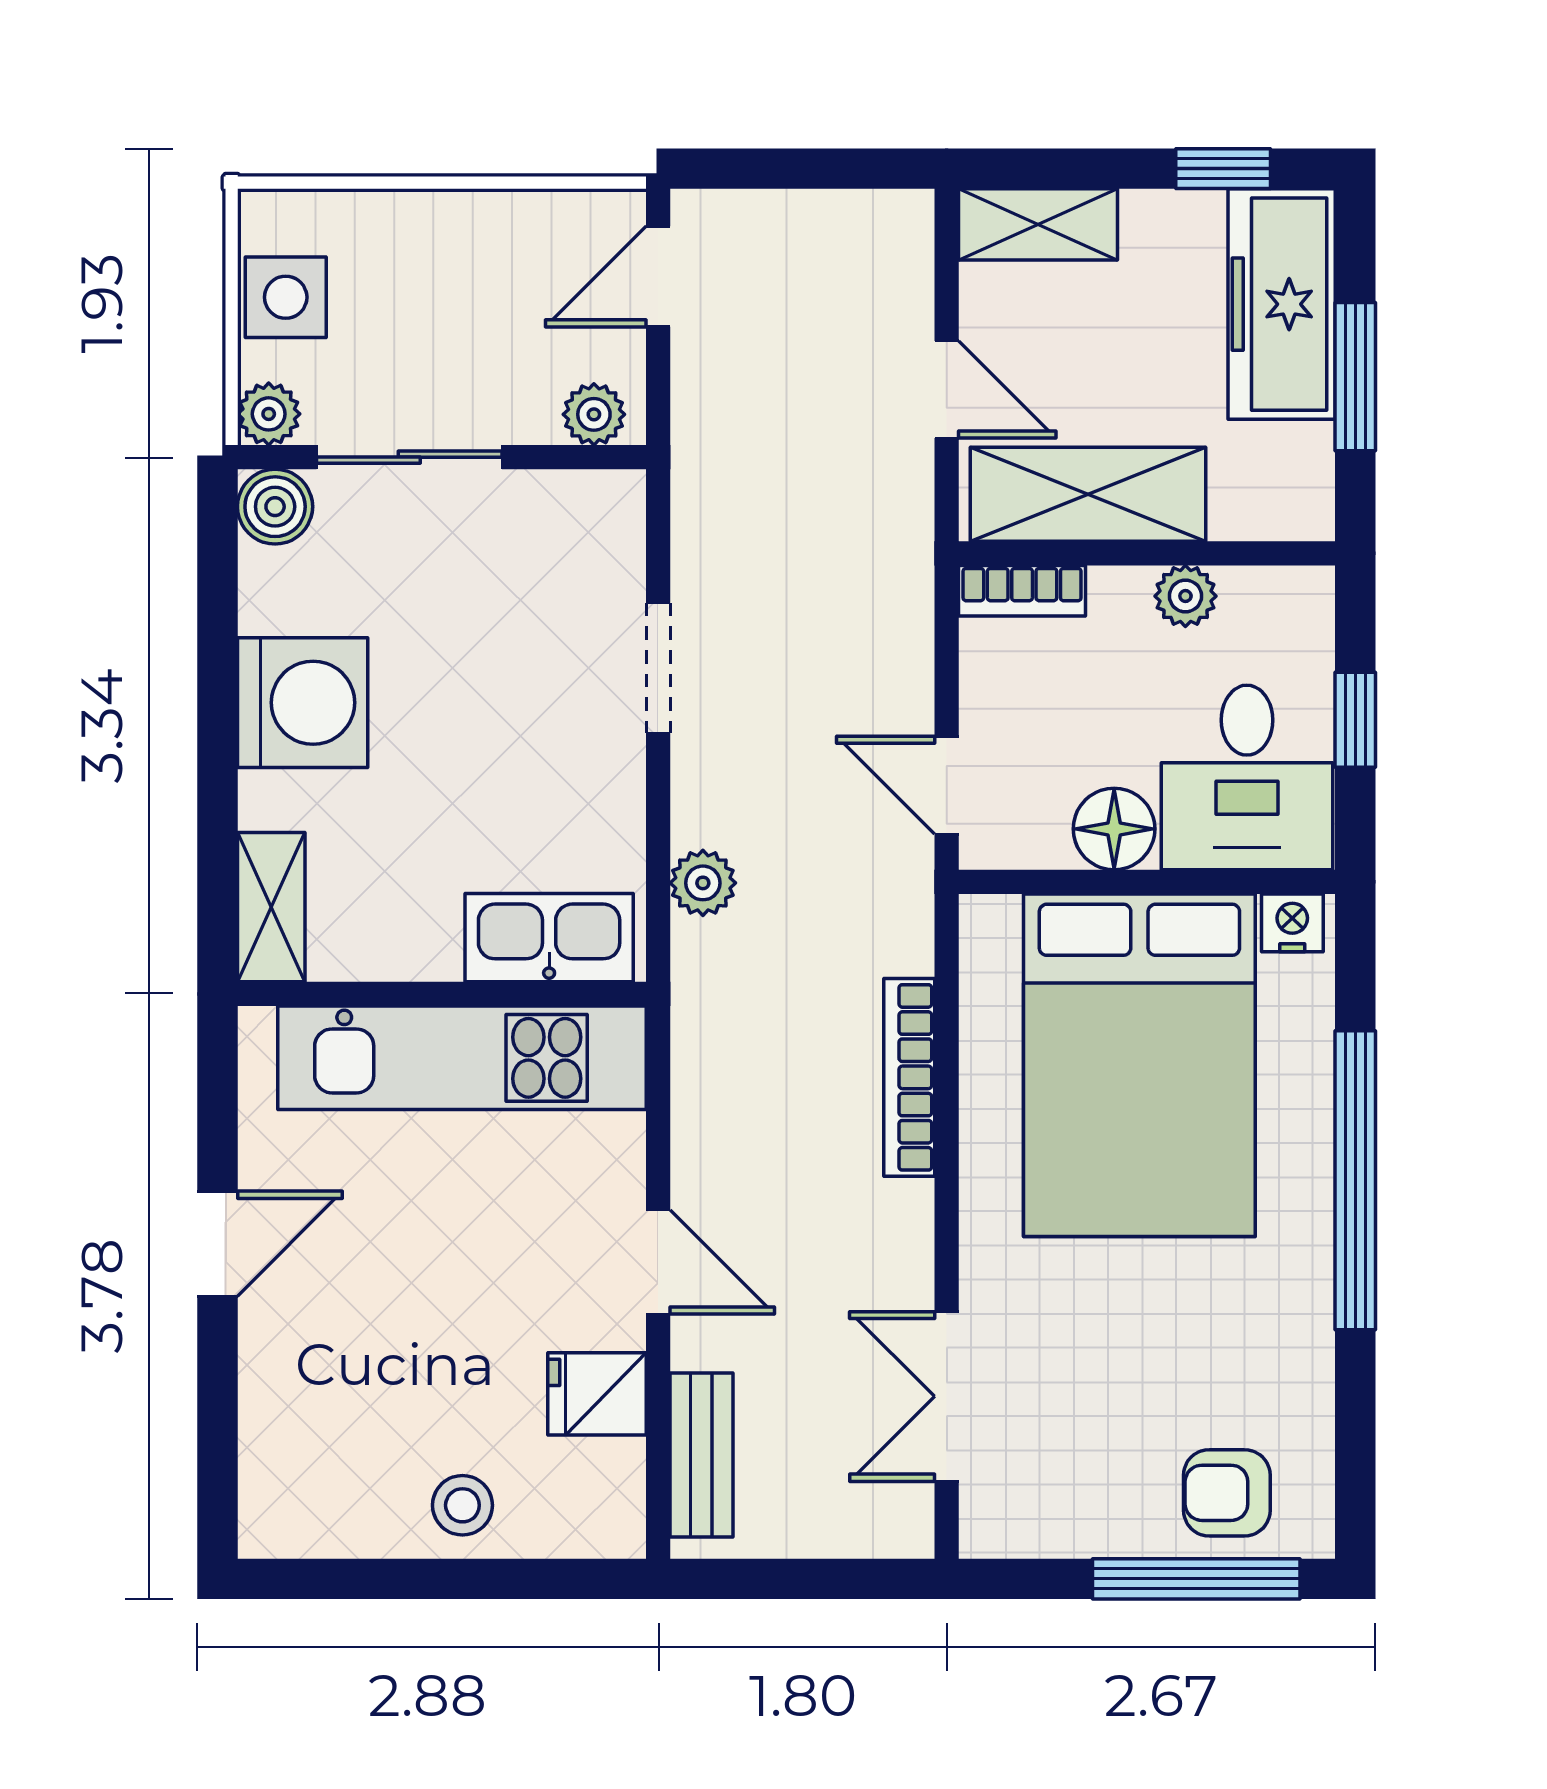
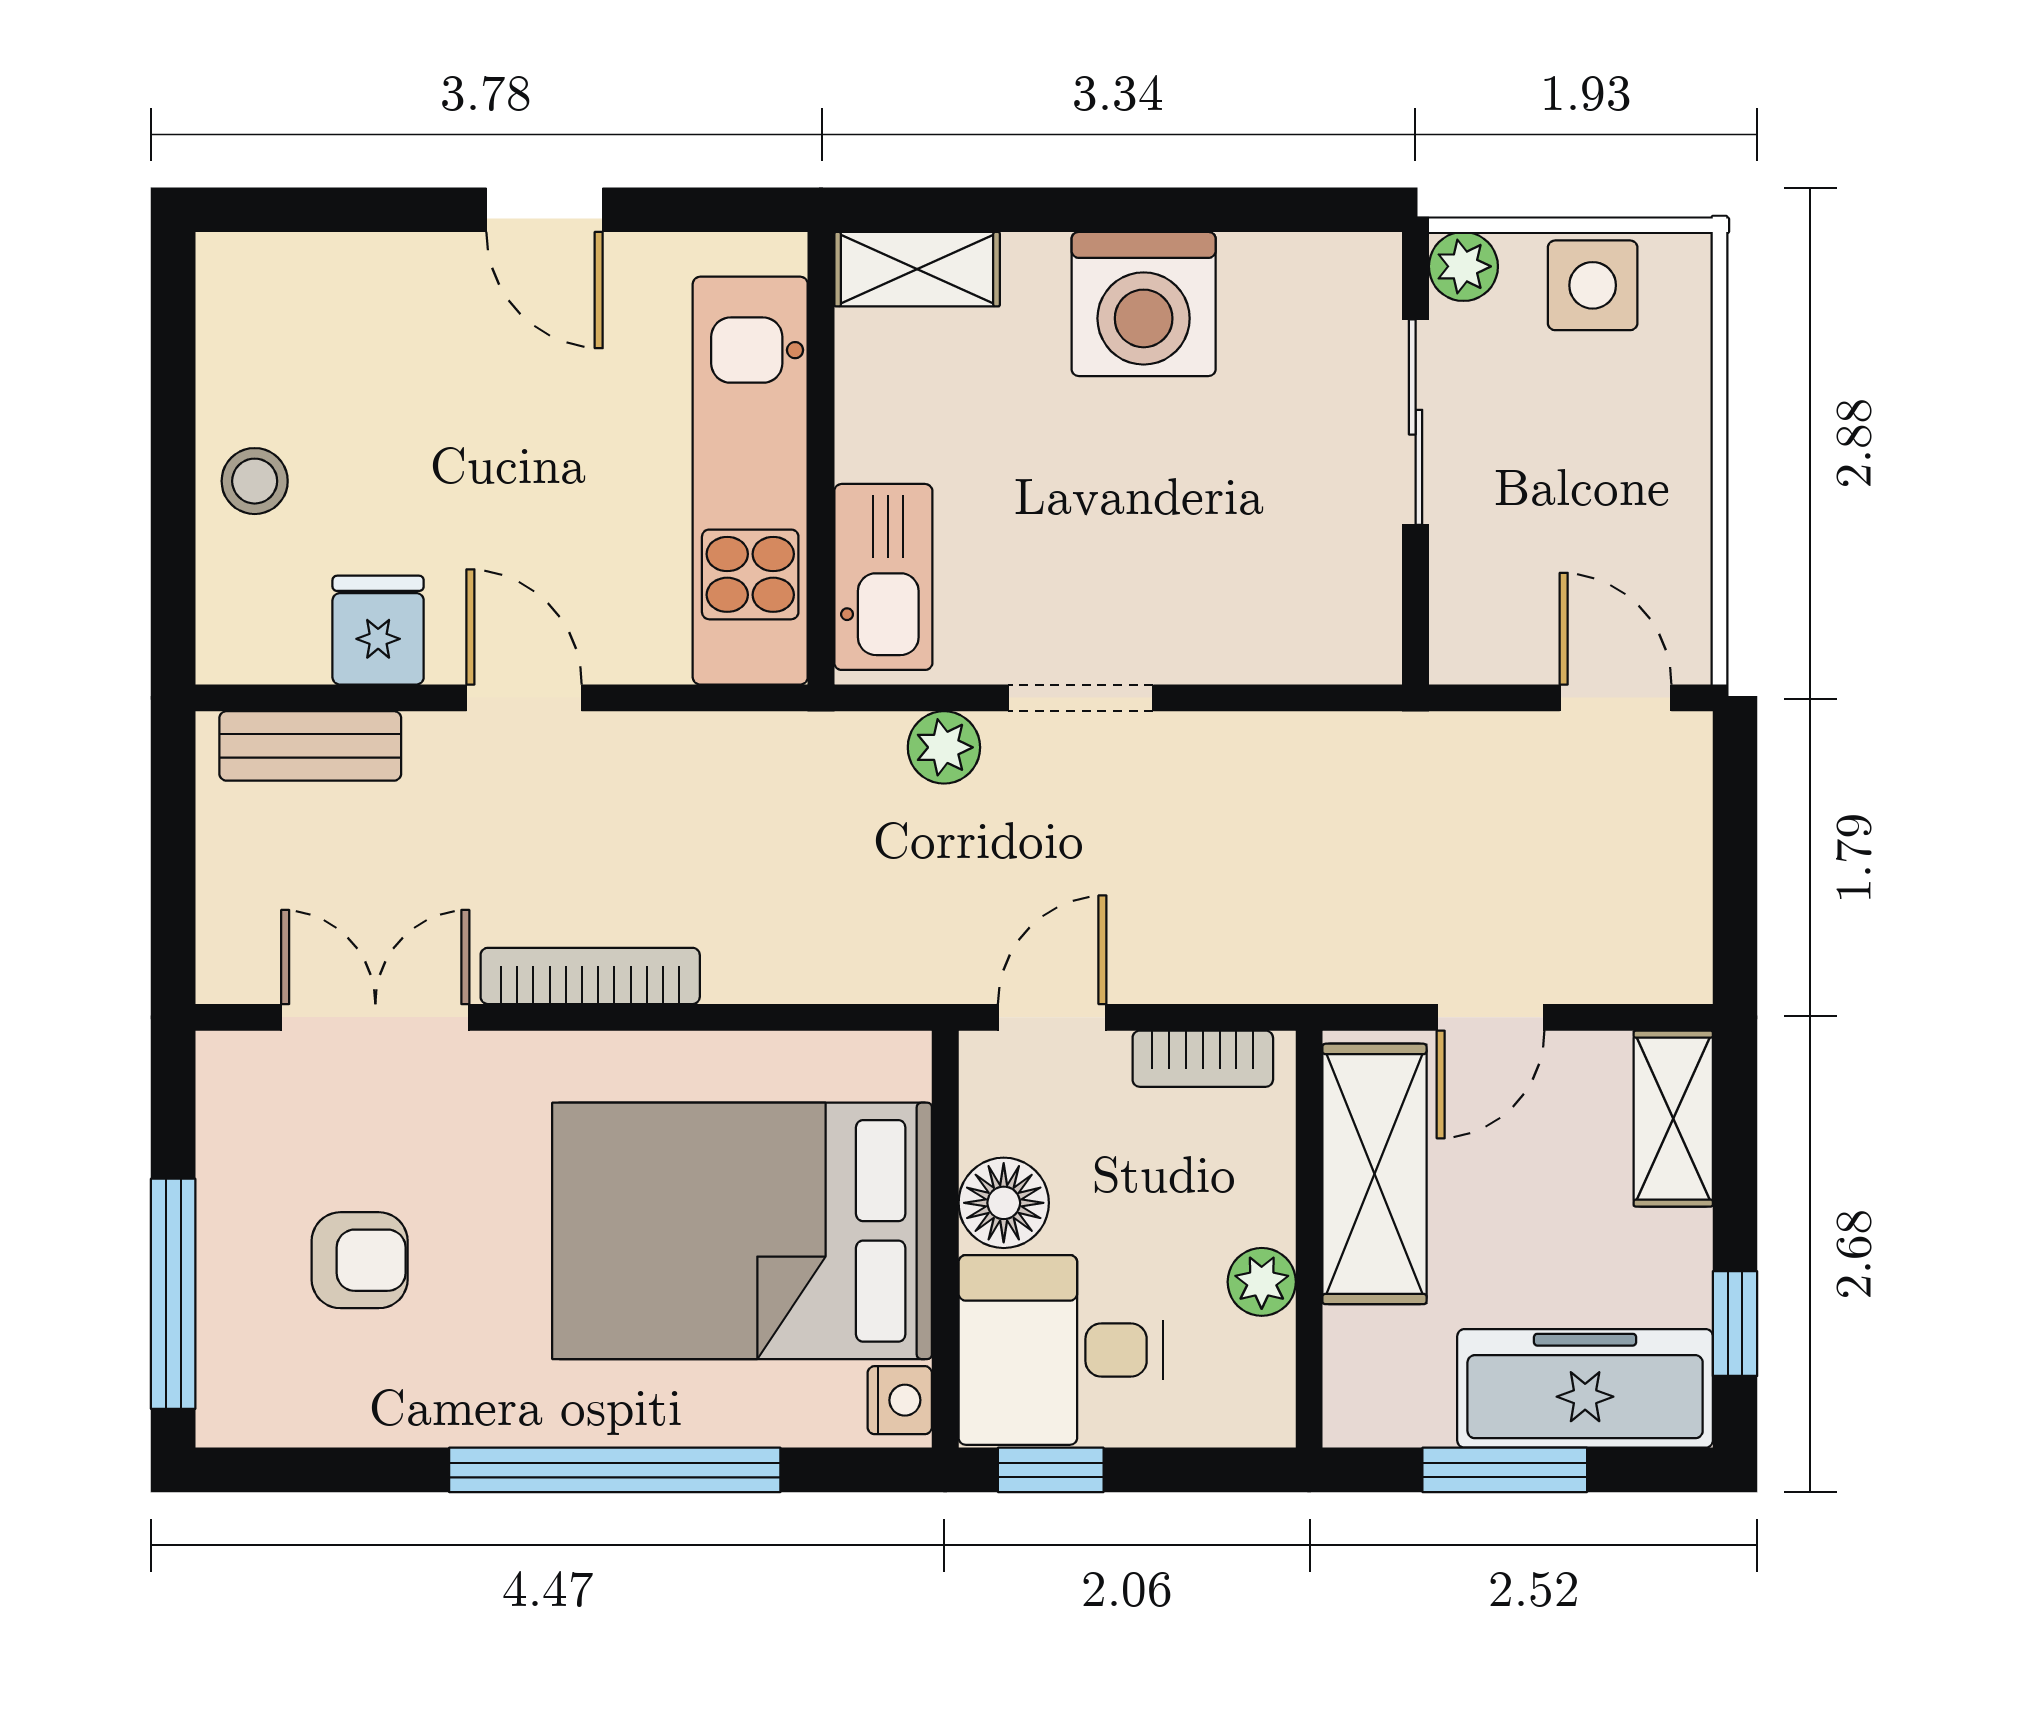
plant: (594, 414) -> (1463, 627), removed
boiler: (275, 507) -> (1361, 273), removed
bookcase: (1022, 591) -> (1203, 1059), moved, turned -90
doorway: (658, 668) -> (1081, 698), moved
window: (1355, 720) -> (1051, 1470), moved
bookcase: (909, 1077) -> (590, 976), moved
door: (658, 1262) -> (524, 698), swing flipped
armchair: (1227, 1493) -> (360, 1260), moved, turned 90

